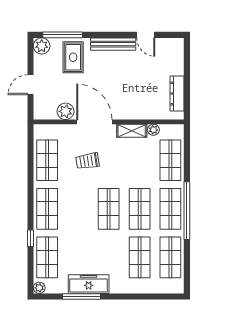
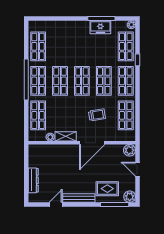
door: (146, 35) -> (56, 205), hinge flipped
rug: (73, 57) -> (107, 189), turned 90
door: (31, 85) -> (138, 169), swing flipped
dresser: (177, 94) -> (33, 180), moved
plant: (66, 111) -> (130, 150), moved
door: (94, 122) -> (92, 143), hinge flipped
shop shelf: (140, 257) -> (104, 81), moved
freezer: (89, 284) -> (100, 27), width x0.71

